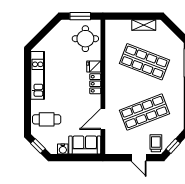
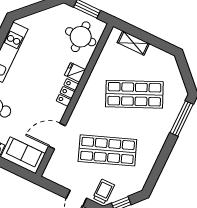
shelving: (144, 25) -> (133, 43), moved
shop shelf: (144, 62) -> (134, 94), turned -45

